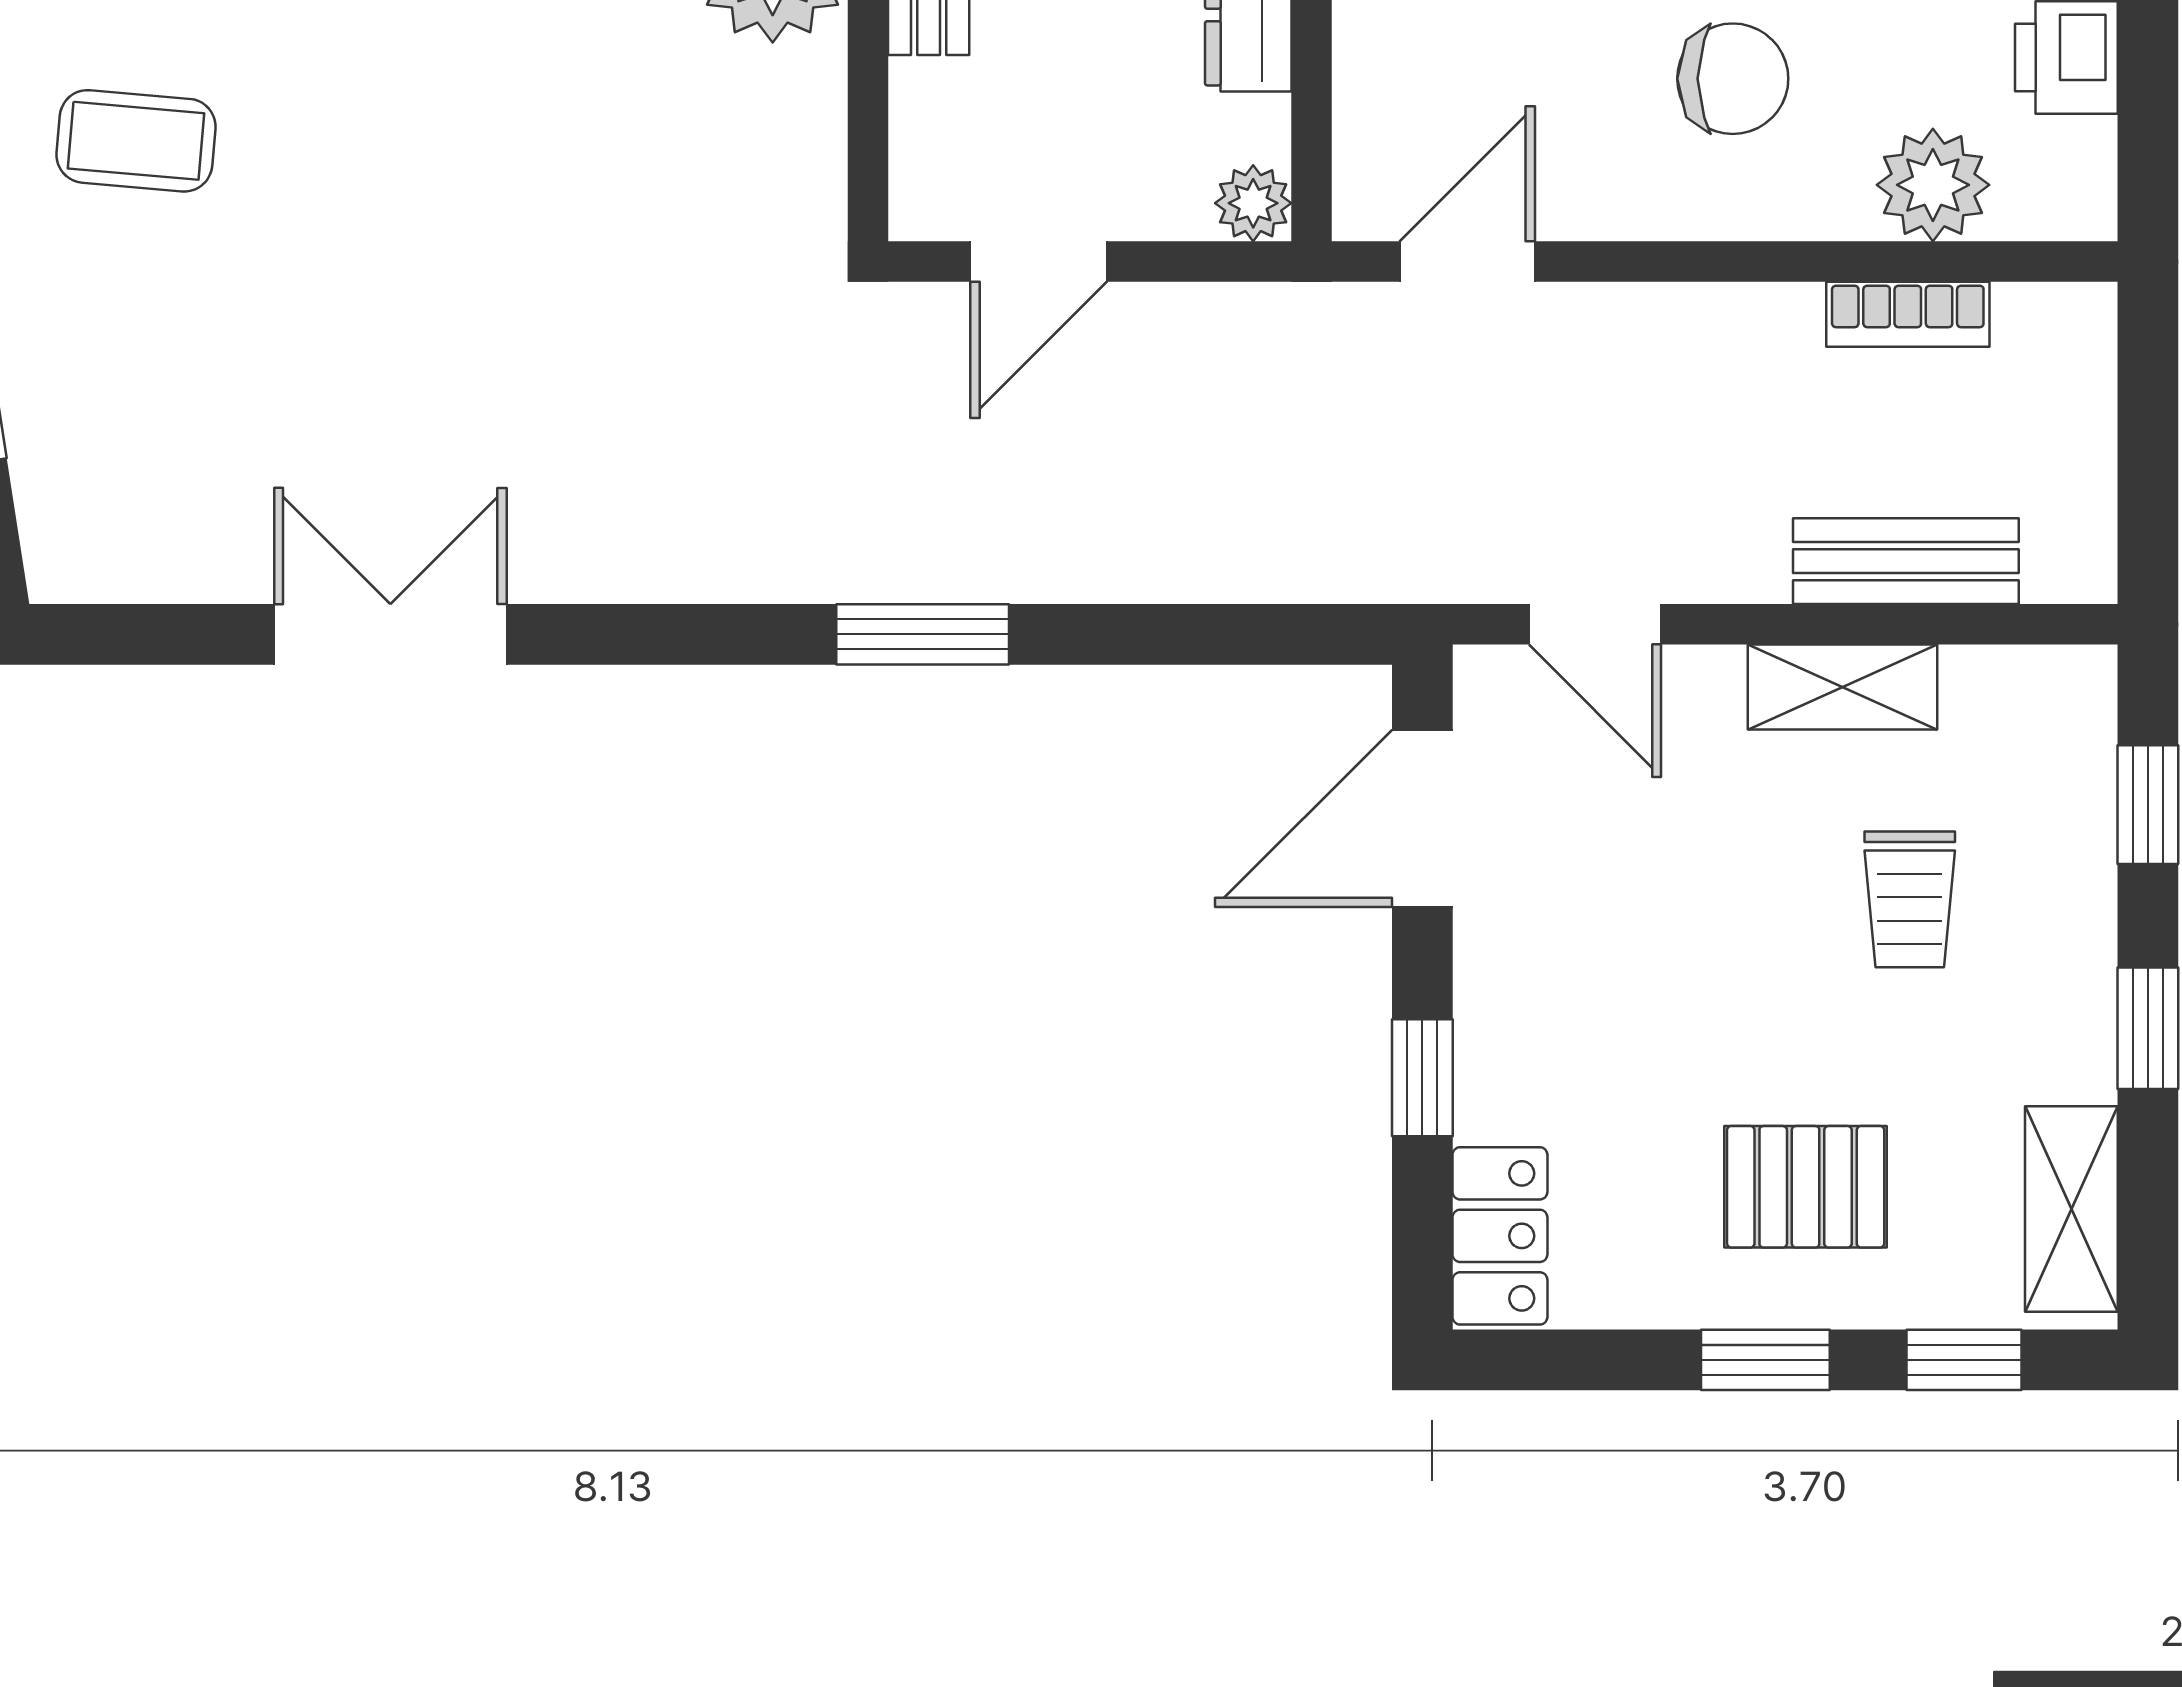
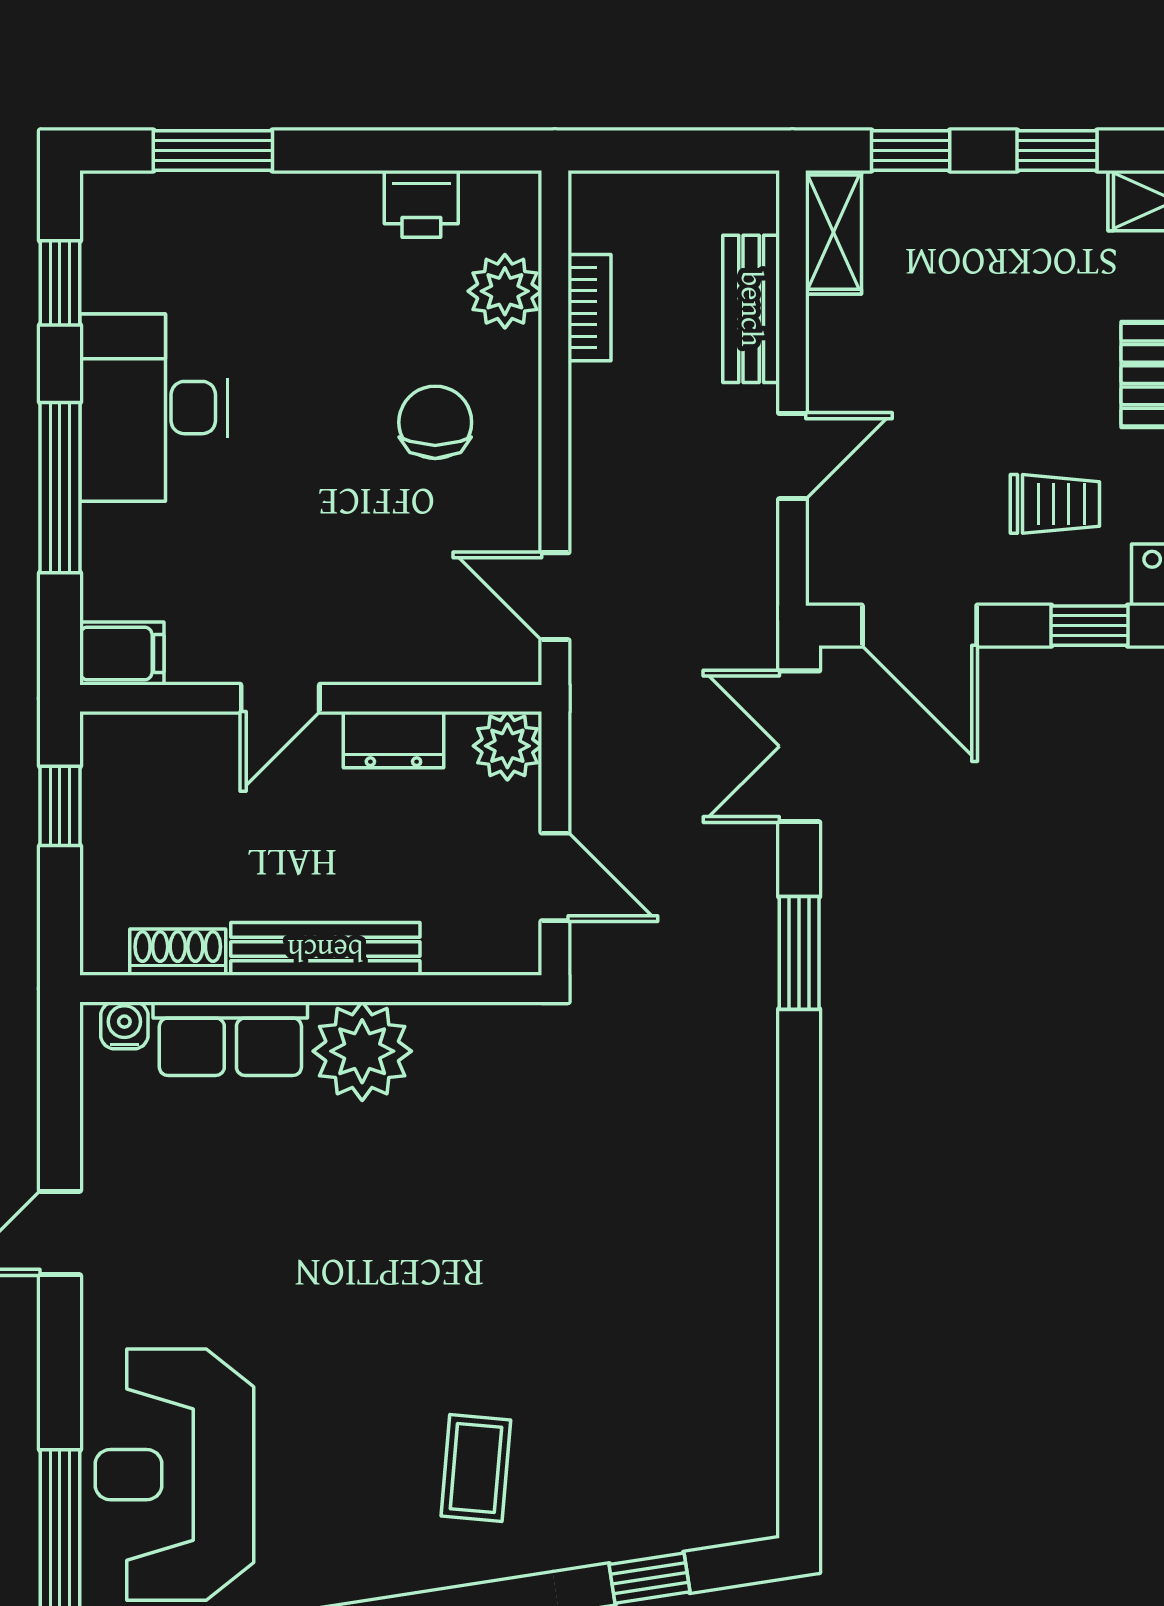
plant: (1253, 203) -> (507, 746), width x1.38, depth x1.38
door: (1595, 624) -> (793, 456), moved
double door: (390, 634) -> (799, 746), moved
shelving: (1842, 687) -> (834, 232), moved
trolley: (1910, 899) -> (1055, 504), moved

